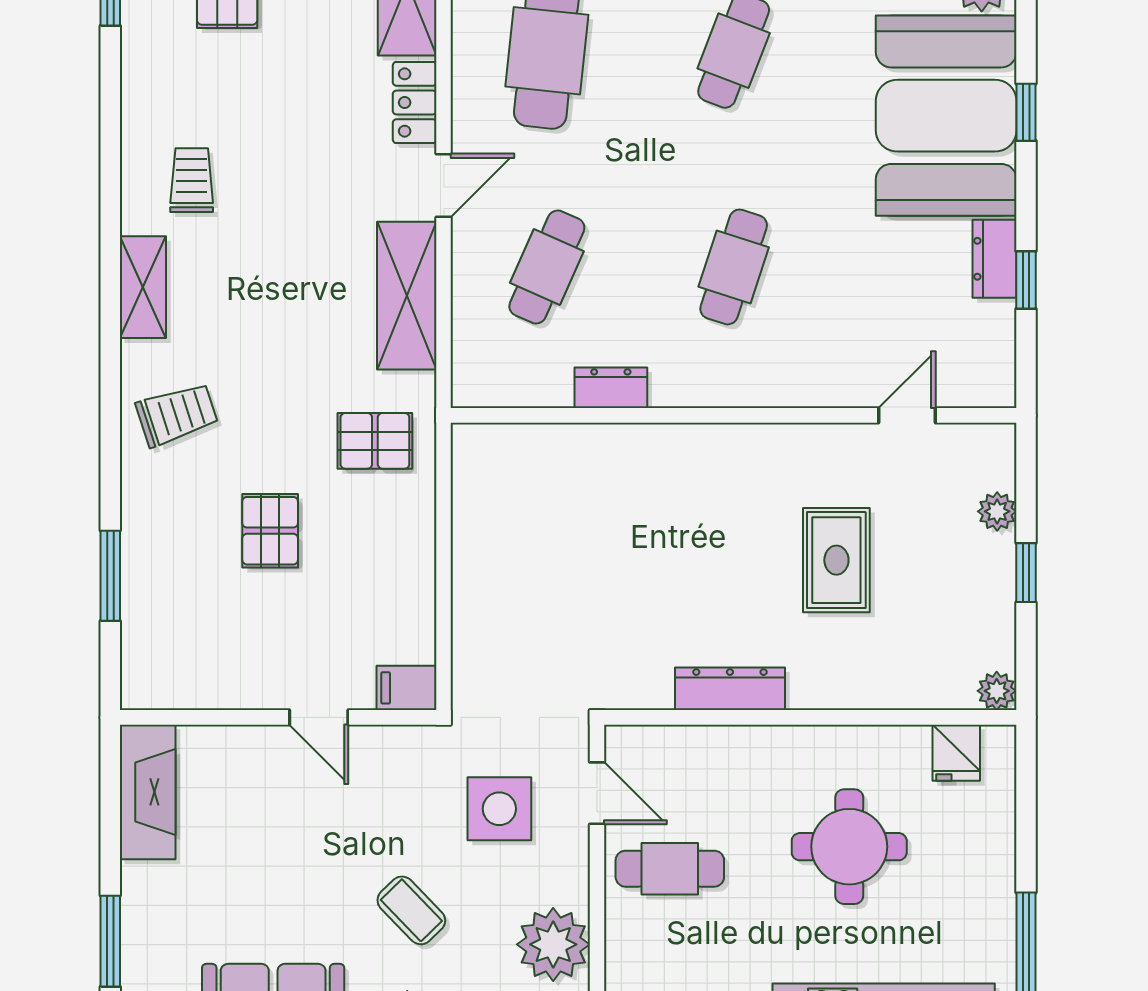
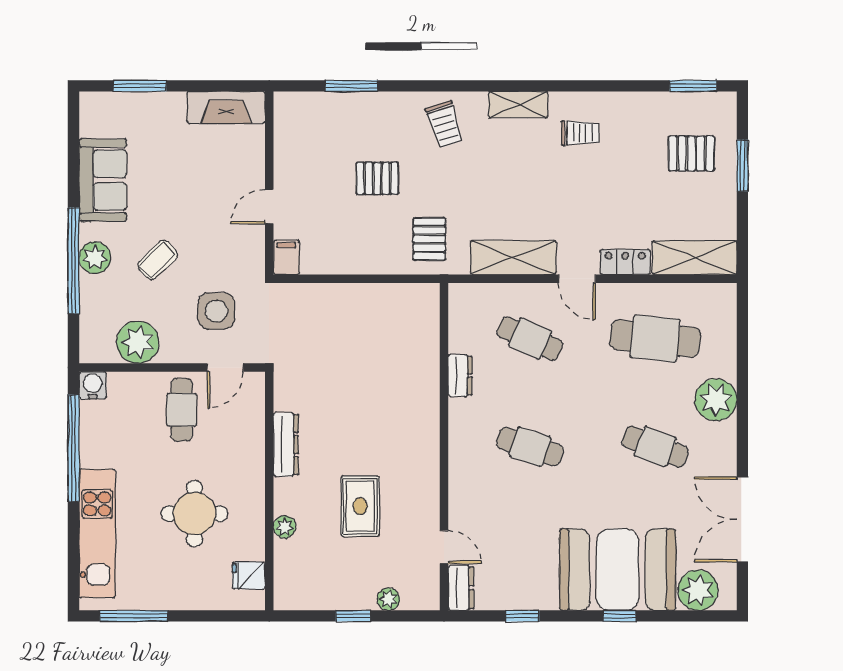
dresser: (995, 259) -> (461, 588), moved, turned 90
rug: (836, 560) -> (360, 506), turned 90
plant: (997, 691) -> (285, 527), moved

